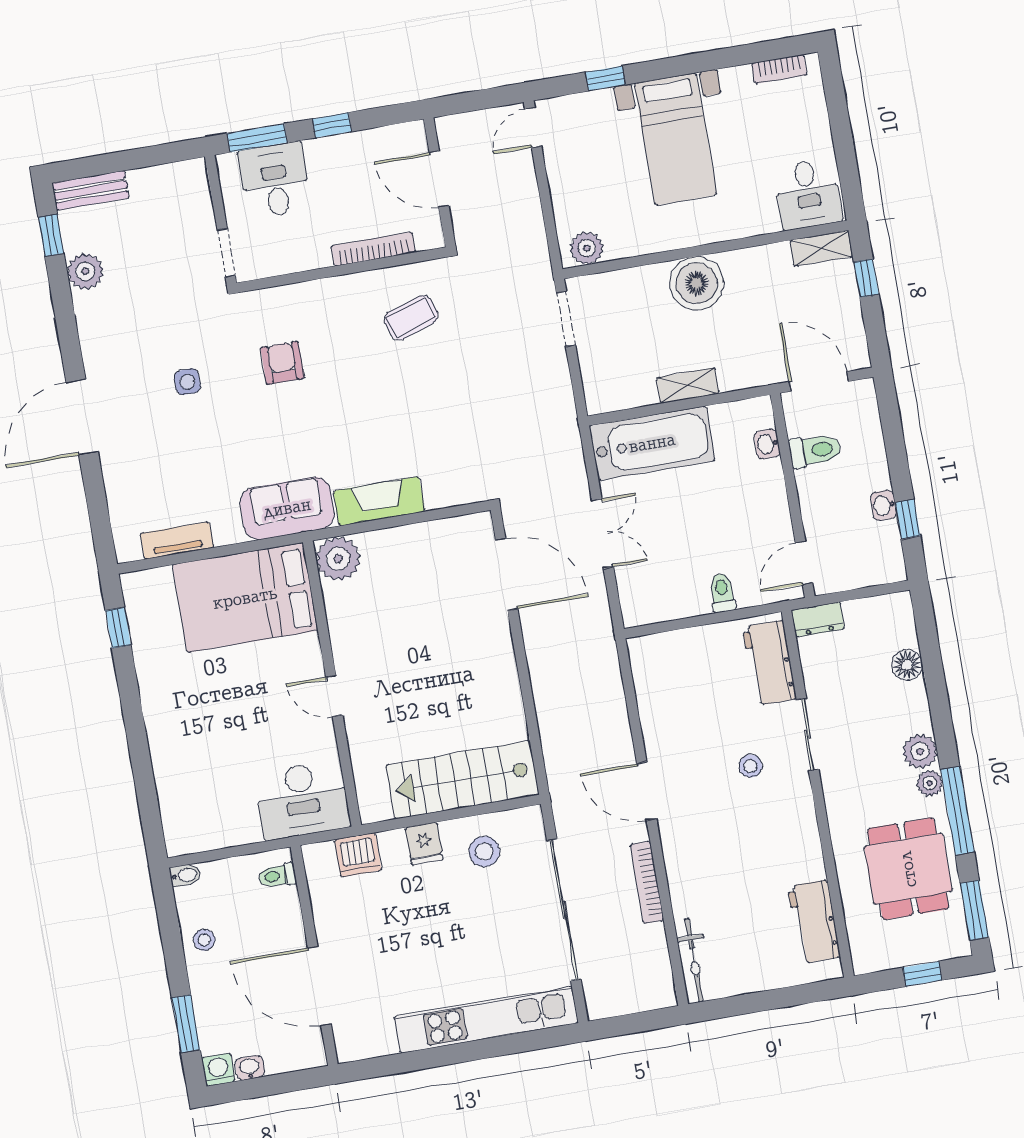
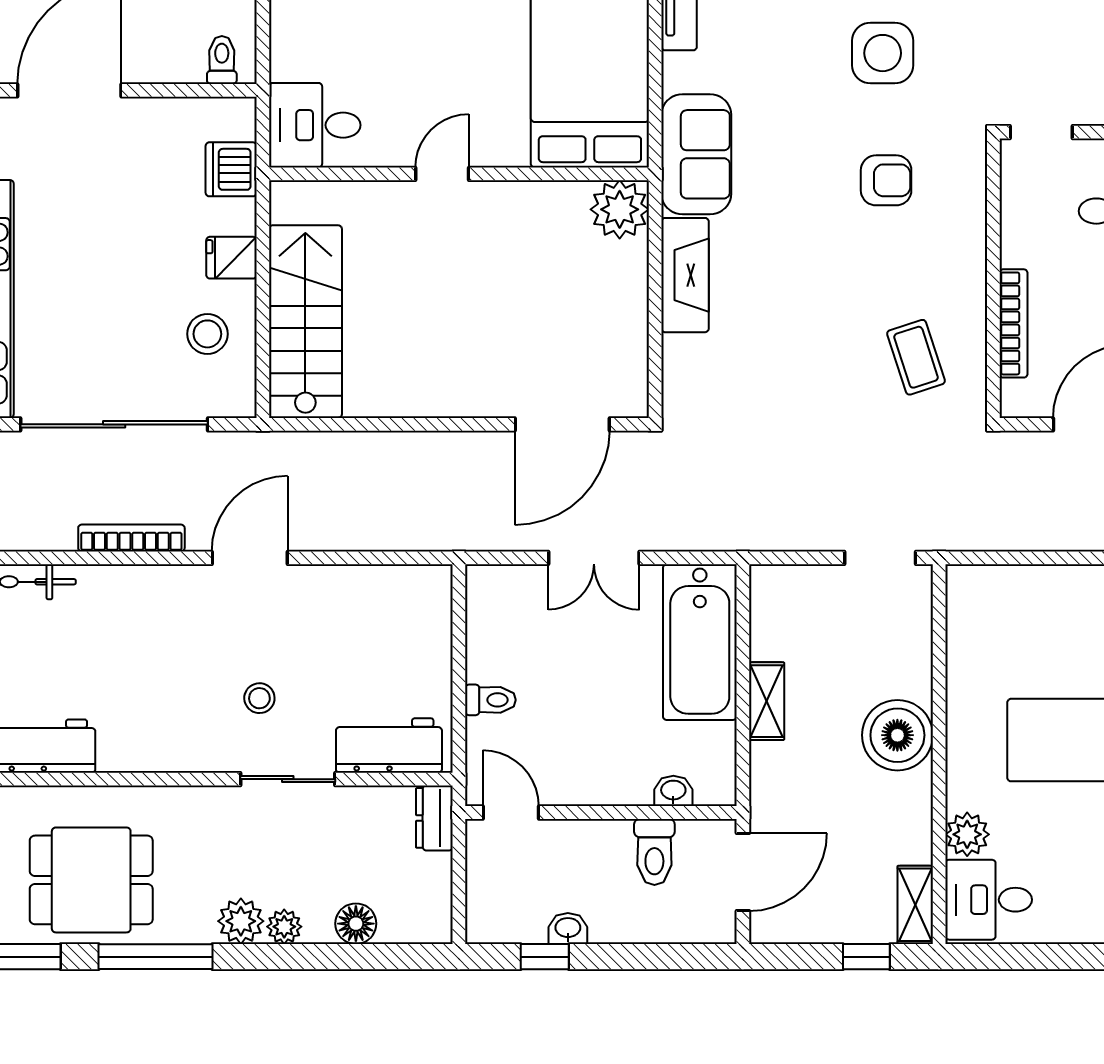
plant: (587, 248) -> (967, 834), moved
side table: (187, 382) -> (883, 53), width x1.87, depth x1.87
plant: (930, 783) -> (284, 927), moved
desk: (302, 800) -> (315, 125), width x0.73

